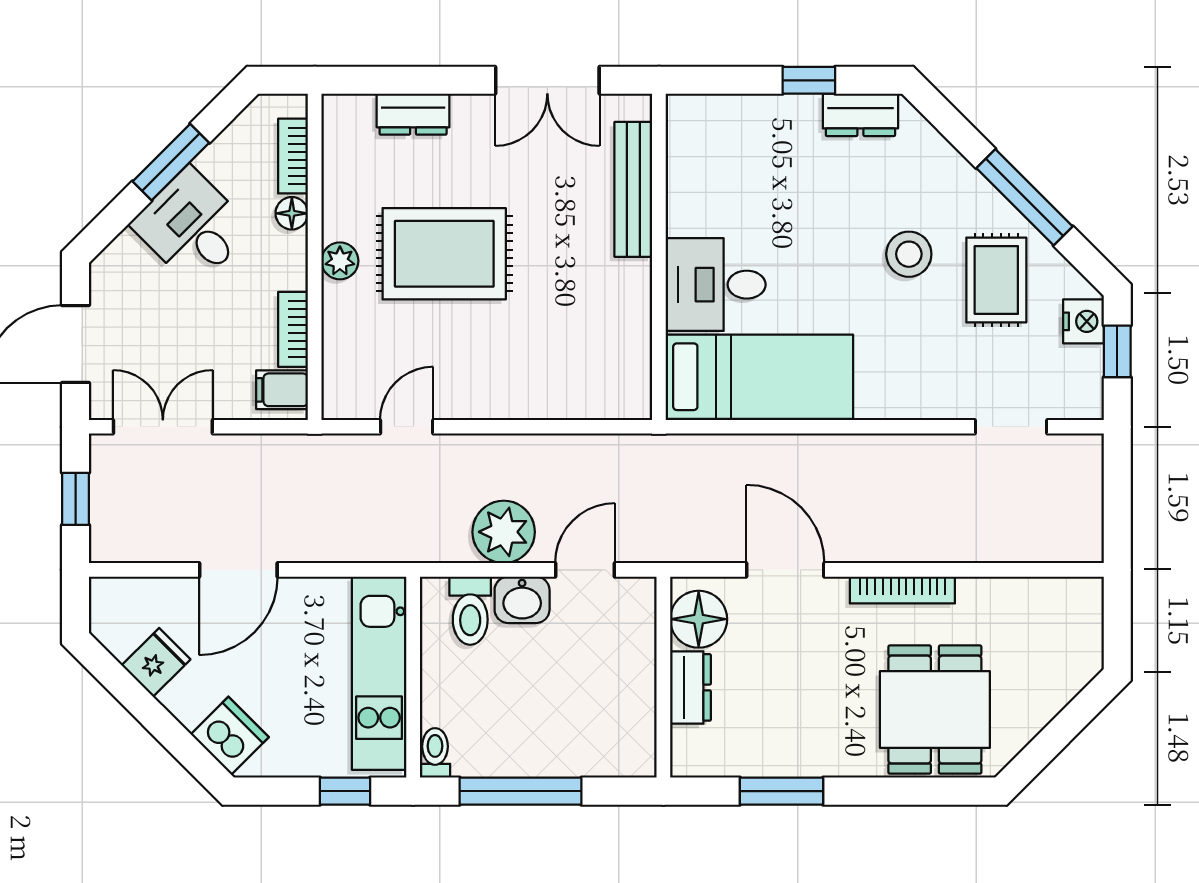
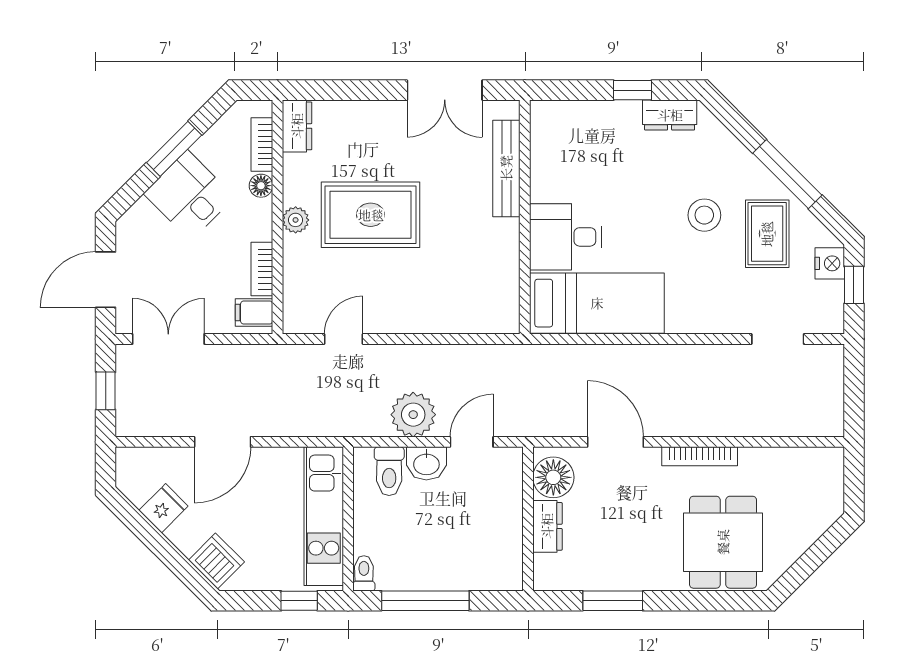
dresser: (413, 114) -> (297, 126), moved, turned -90

